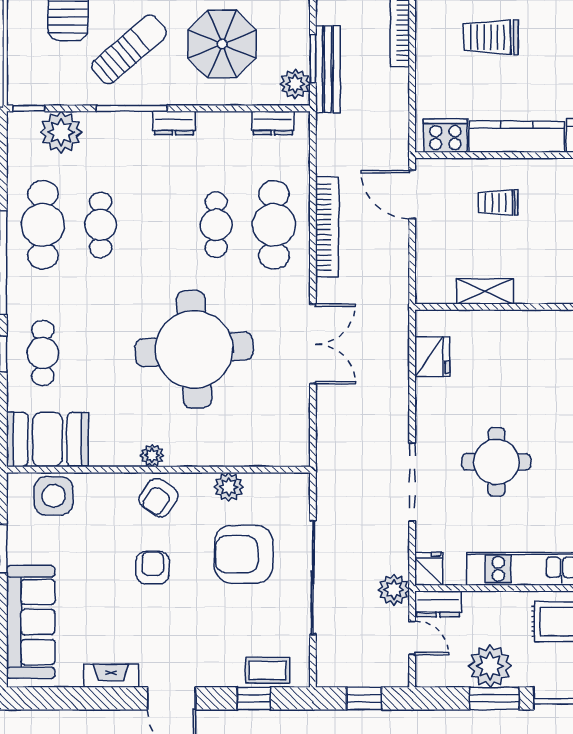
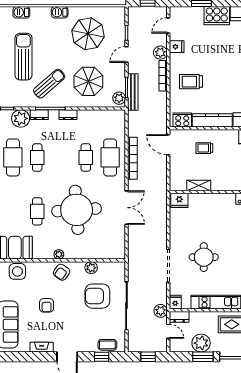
trolley: (491, 37) -> (191, 82), moved
dresser: (273, 123) -> (39, 115), moved
cafe table: (43, 353) -> (37, 211), moved
fridge: (432, 357) -> (179, 200), moved, turned 90
armchair: (153, 568) -> (47, 305), moved, turned 180

